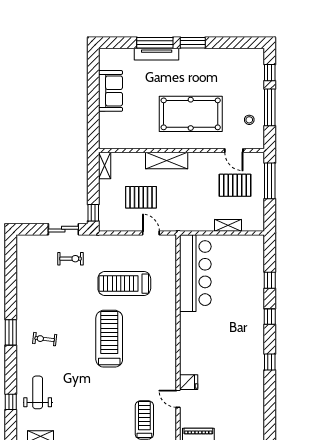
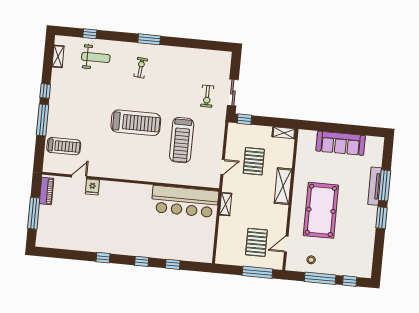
sofa: (110, 91) -> (341, 143), width x1.36
shelving: (228, 225) -> (226, 204), moved
treadmill: (124, 284) -> (182, 140), turned 180

